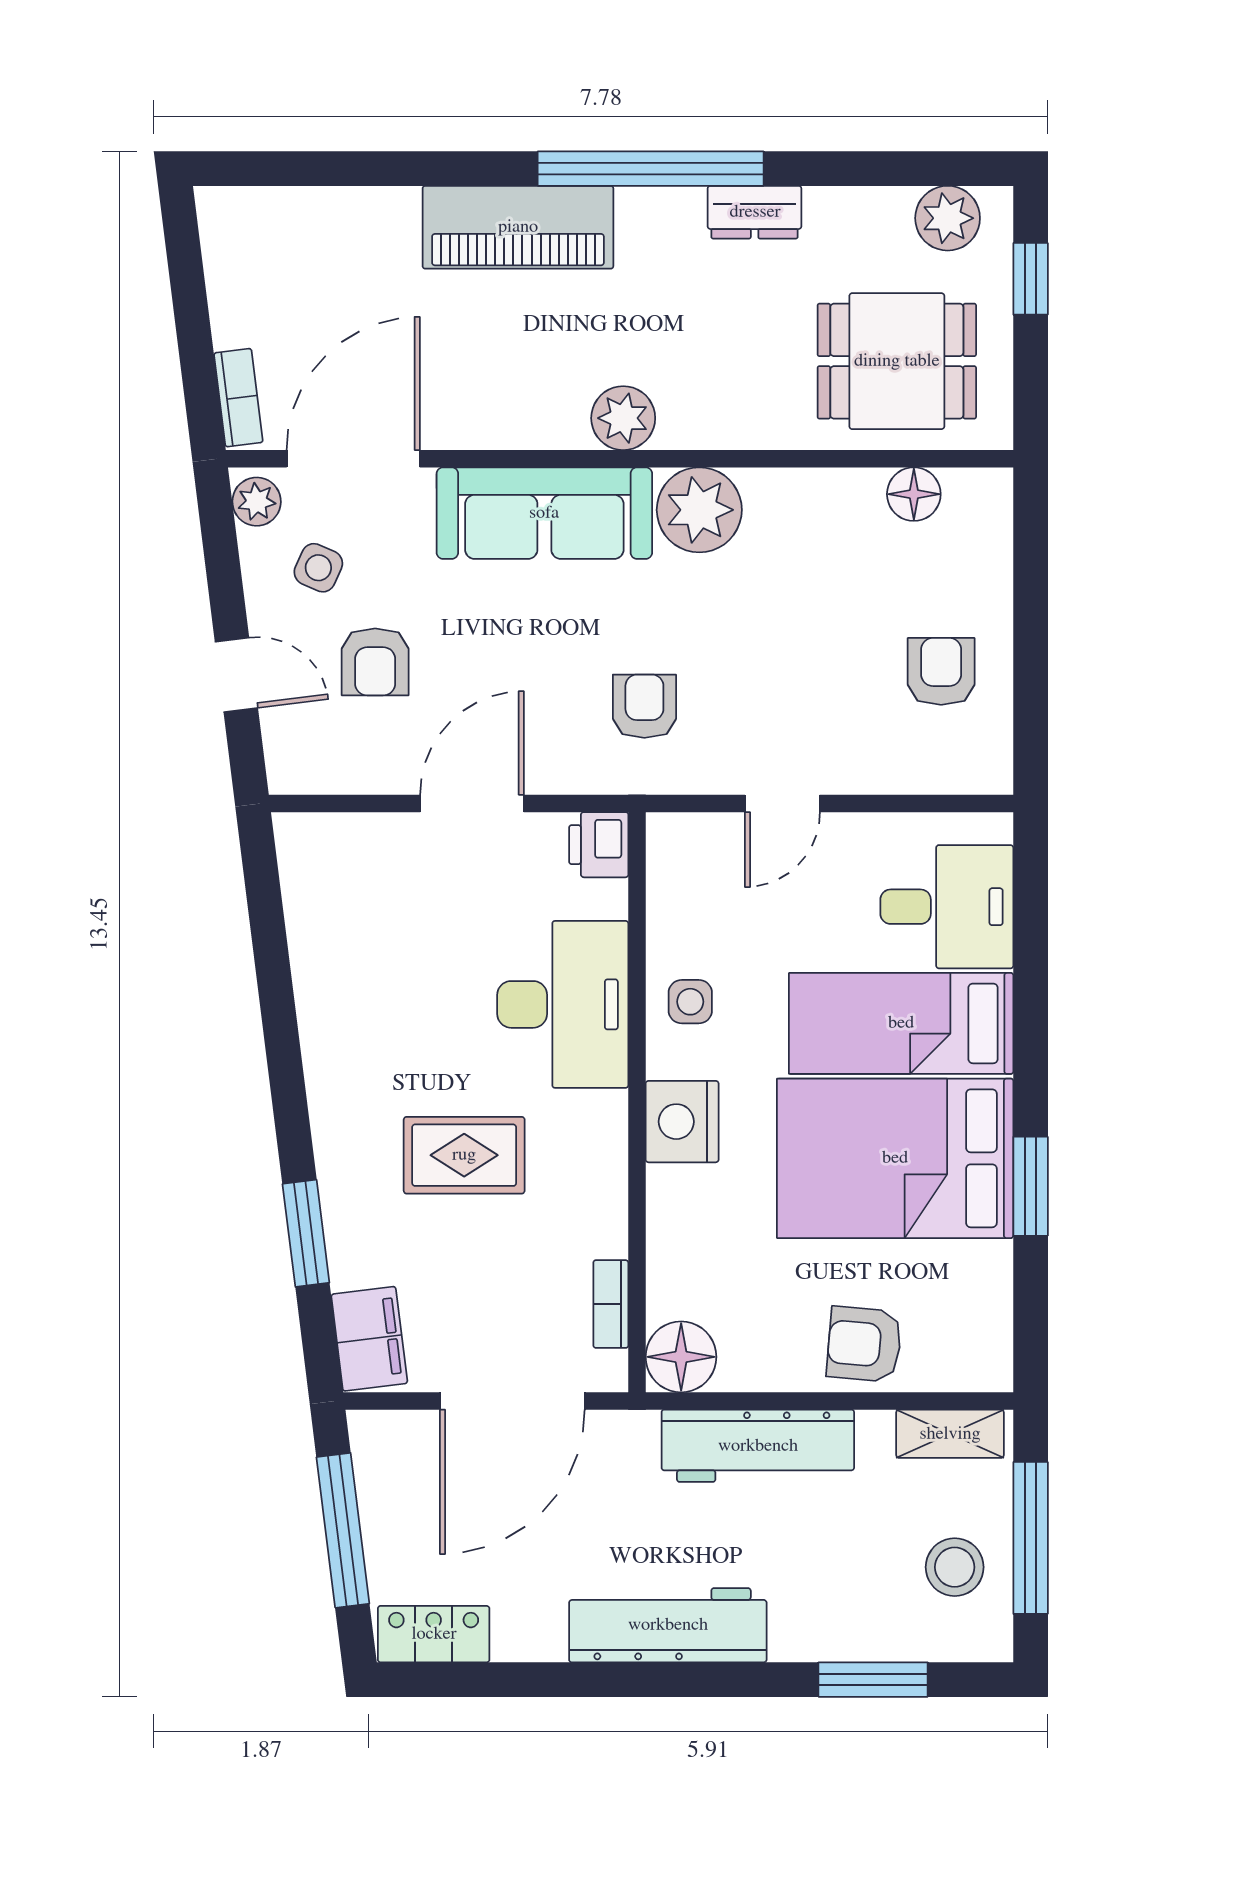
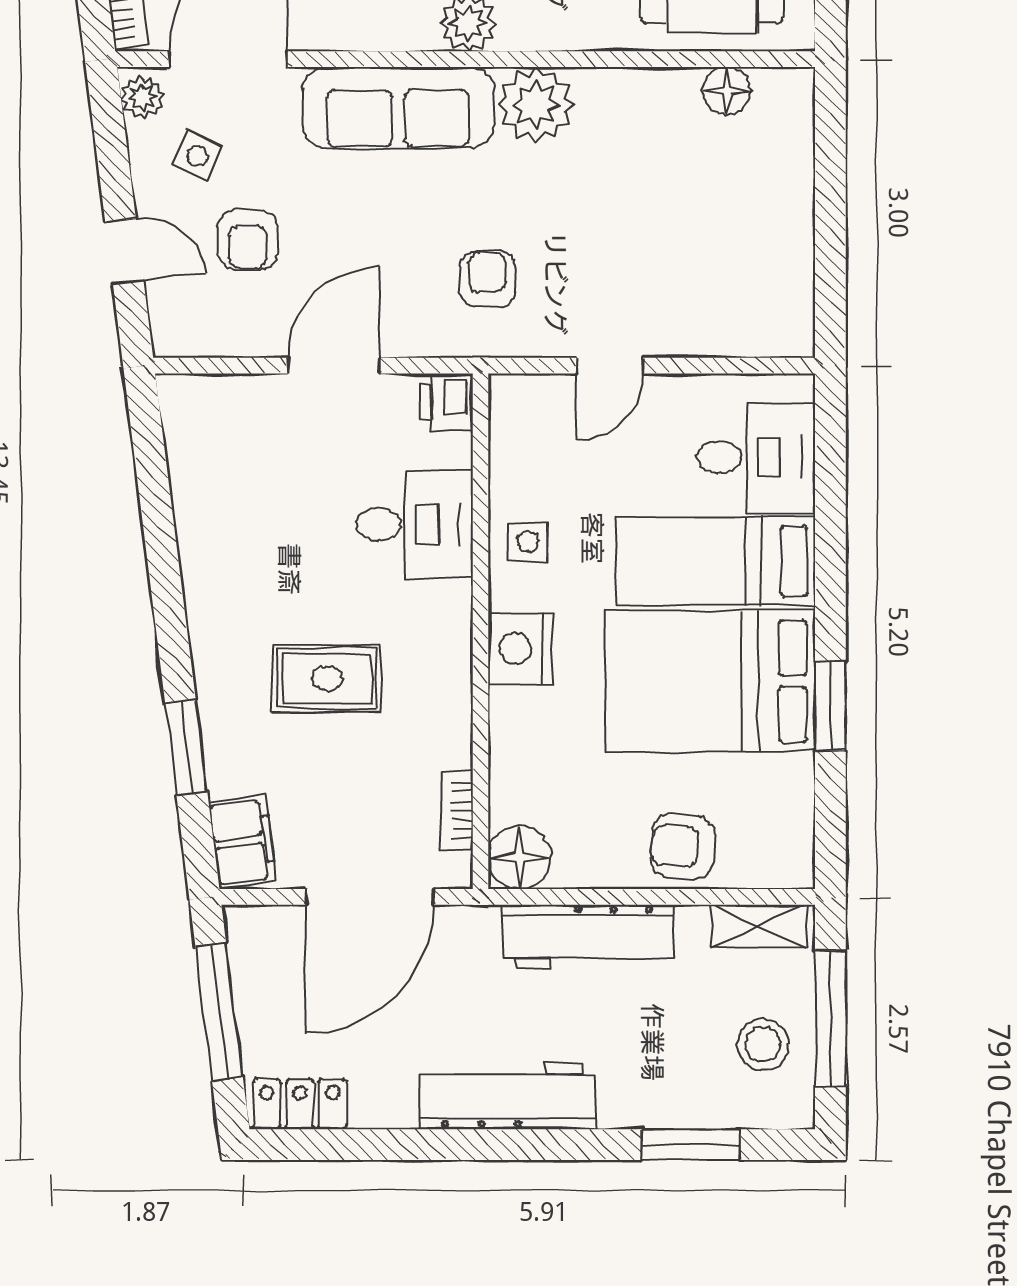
armchair: (941, 671) -> (751, 248), removed
desk: (563, 1004) -> (415, 524), width x0.73

